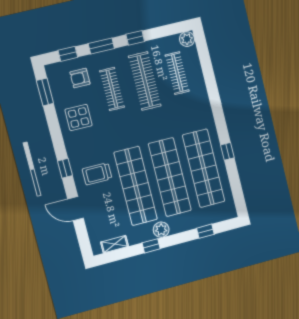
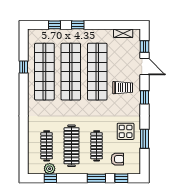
window: (135, 38) -> (50, 178), moved
plant: (187, 39) -> (50, 169), moved
window: (45, 92) -> (144, 139), moved
window: (227, 151) -> (24, 67), moved
plant: (161, 230) -> (87, 35), removed
window: (82, 235) -> (144, 46), added
window: (151, 246) -> (78, 25), moved

